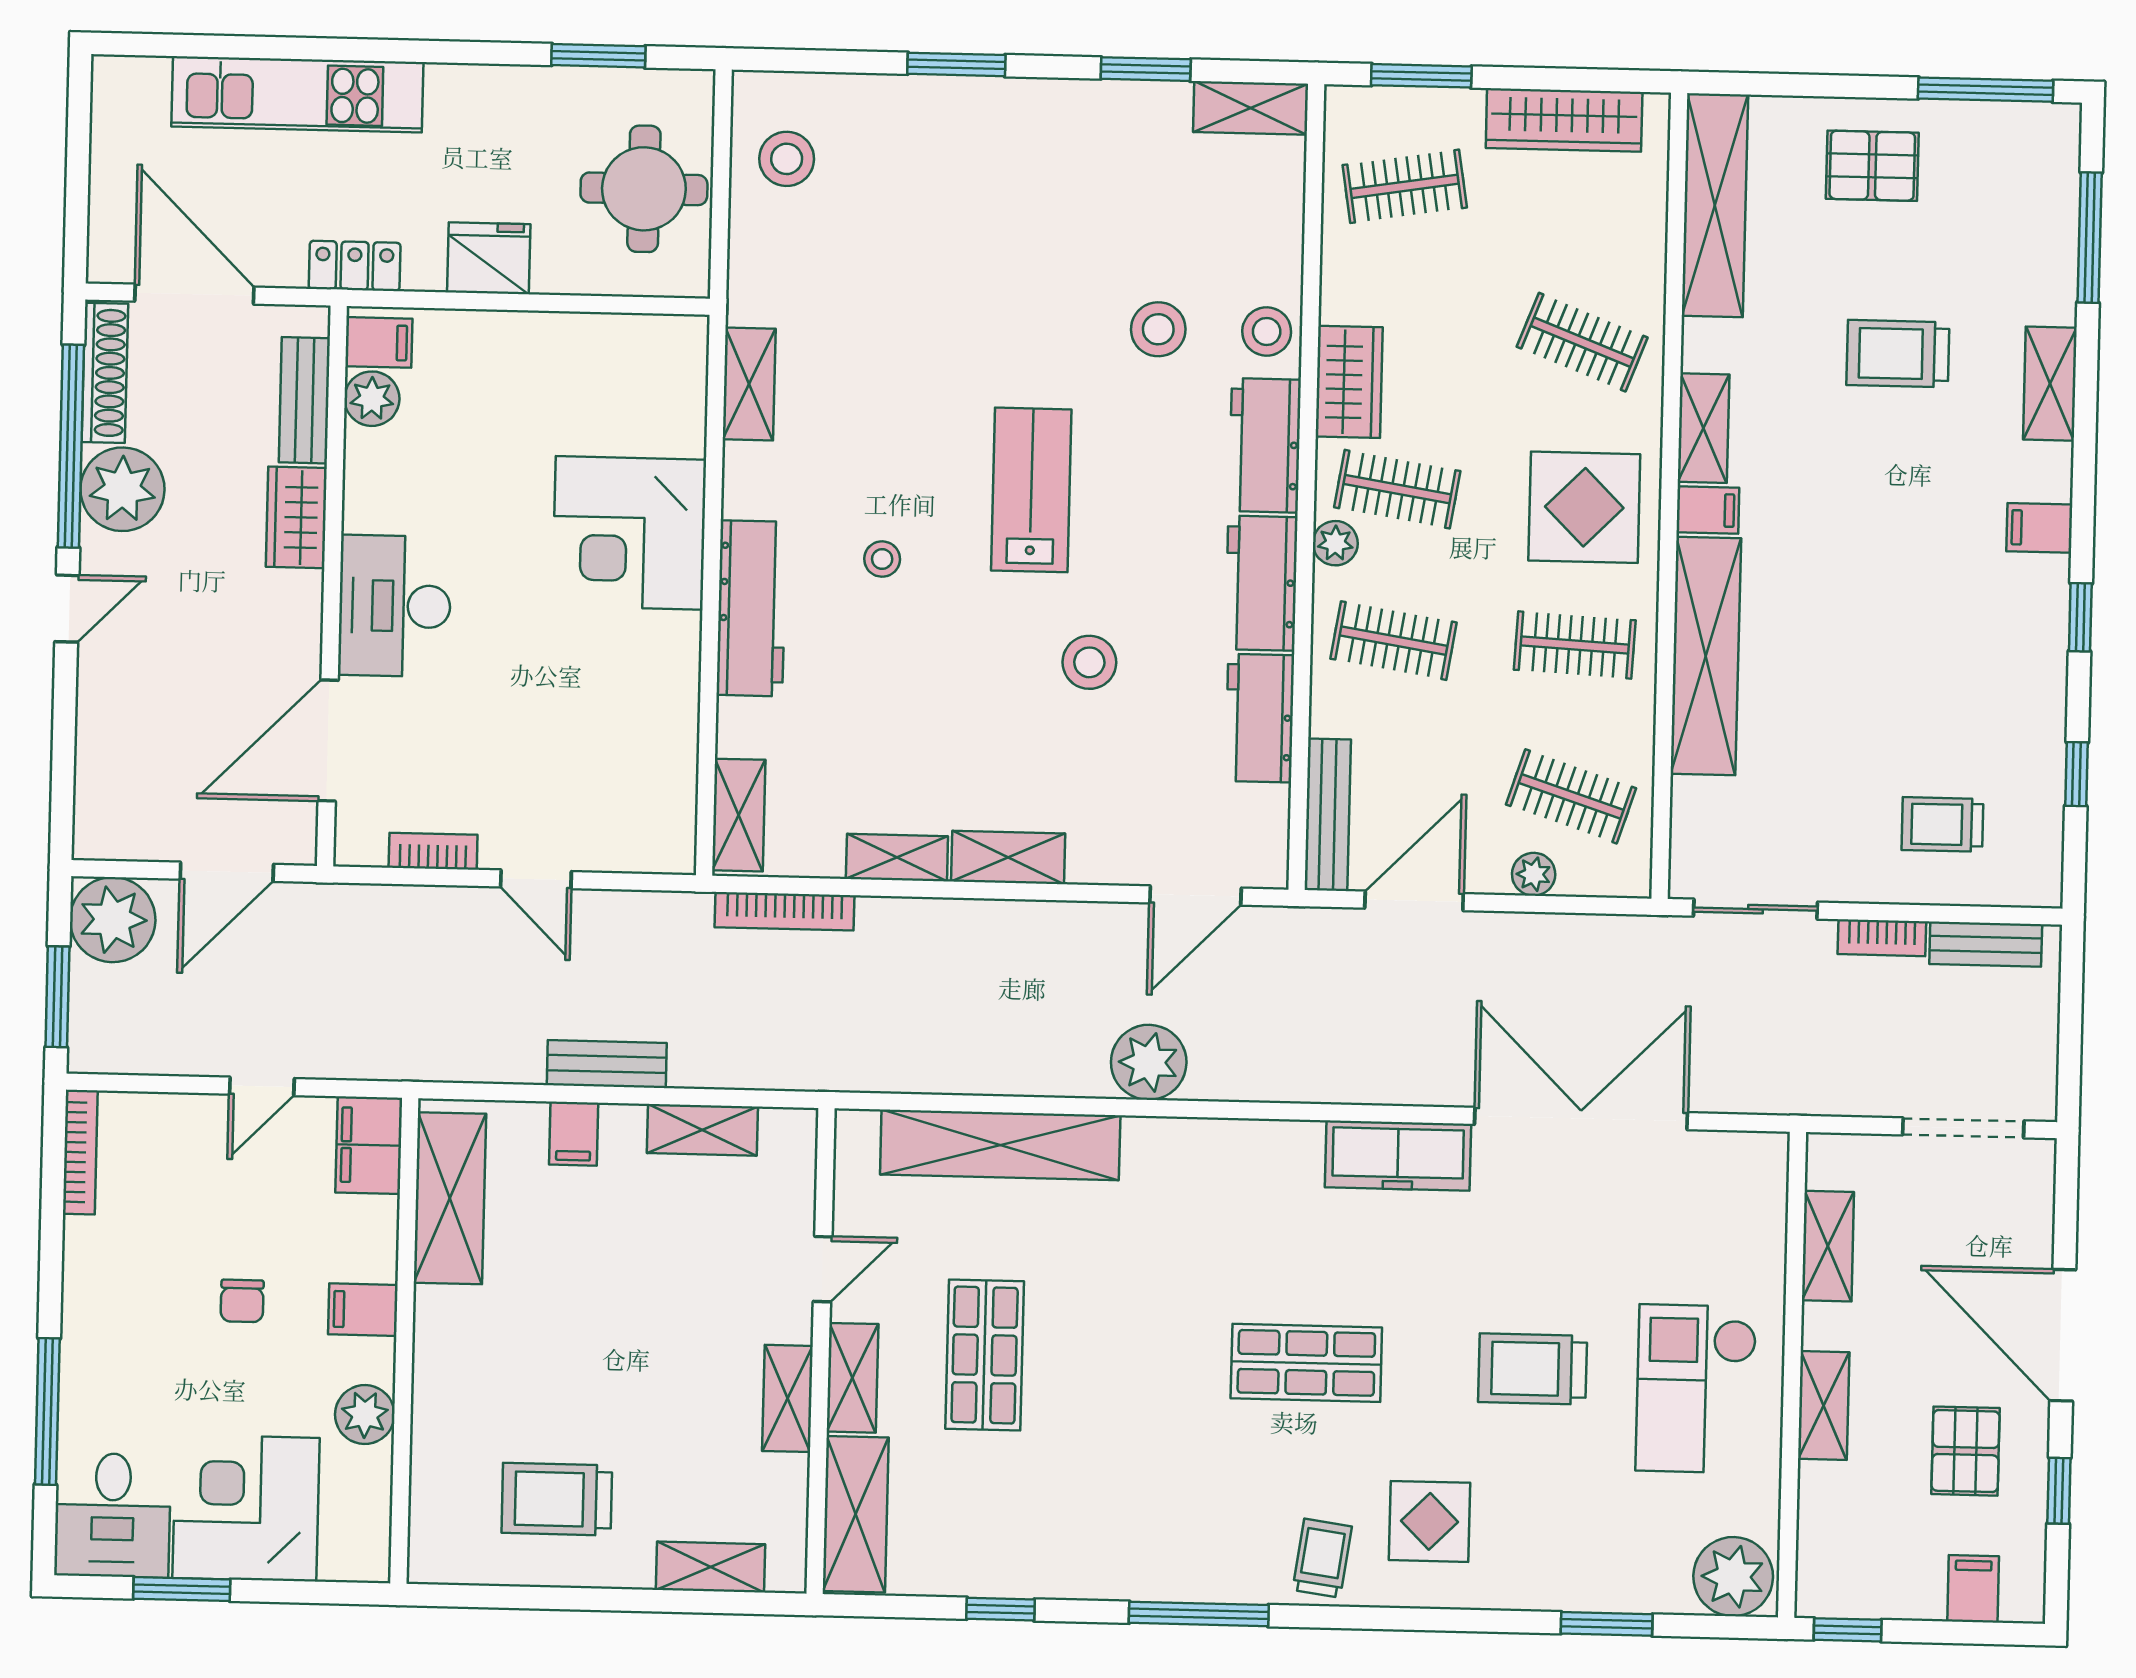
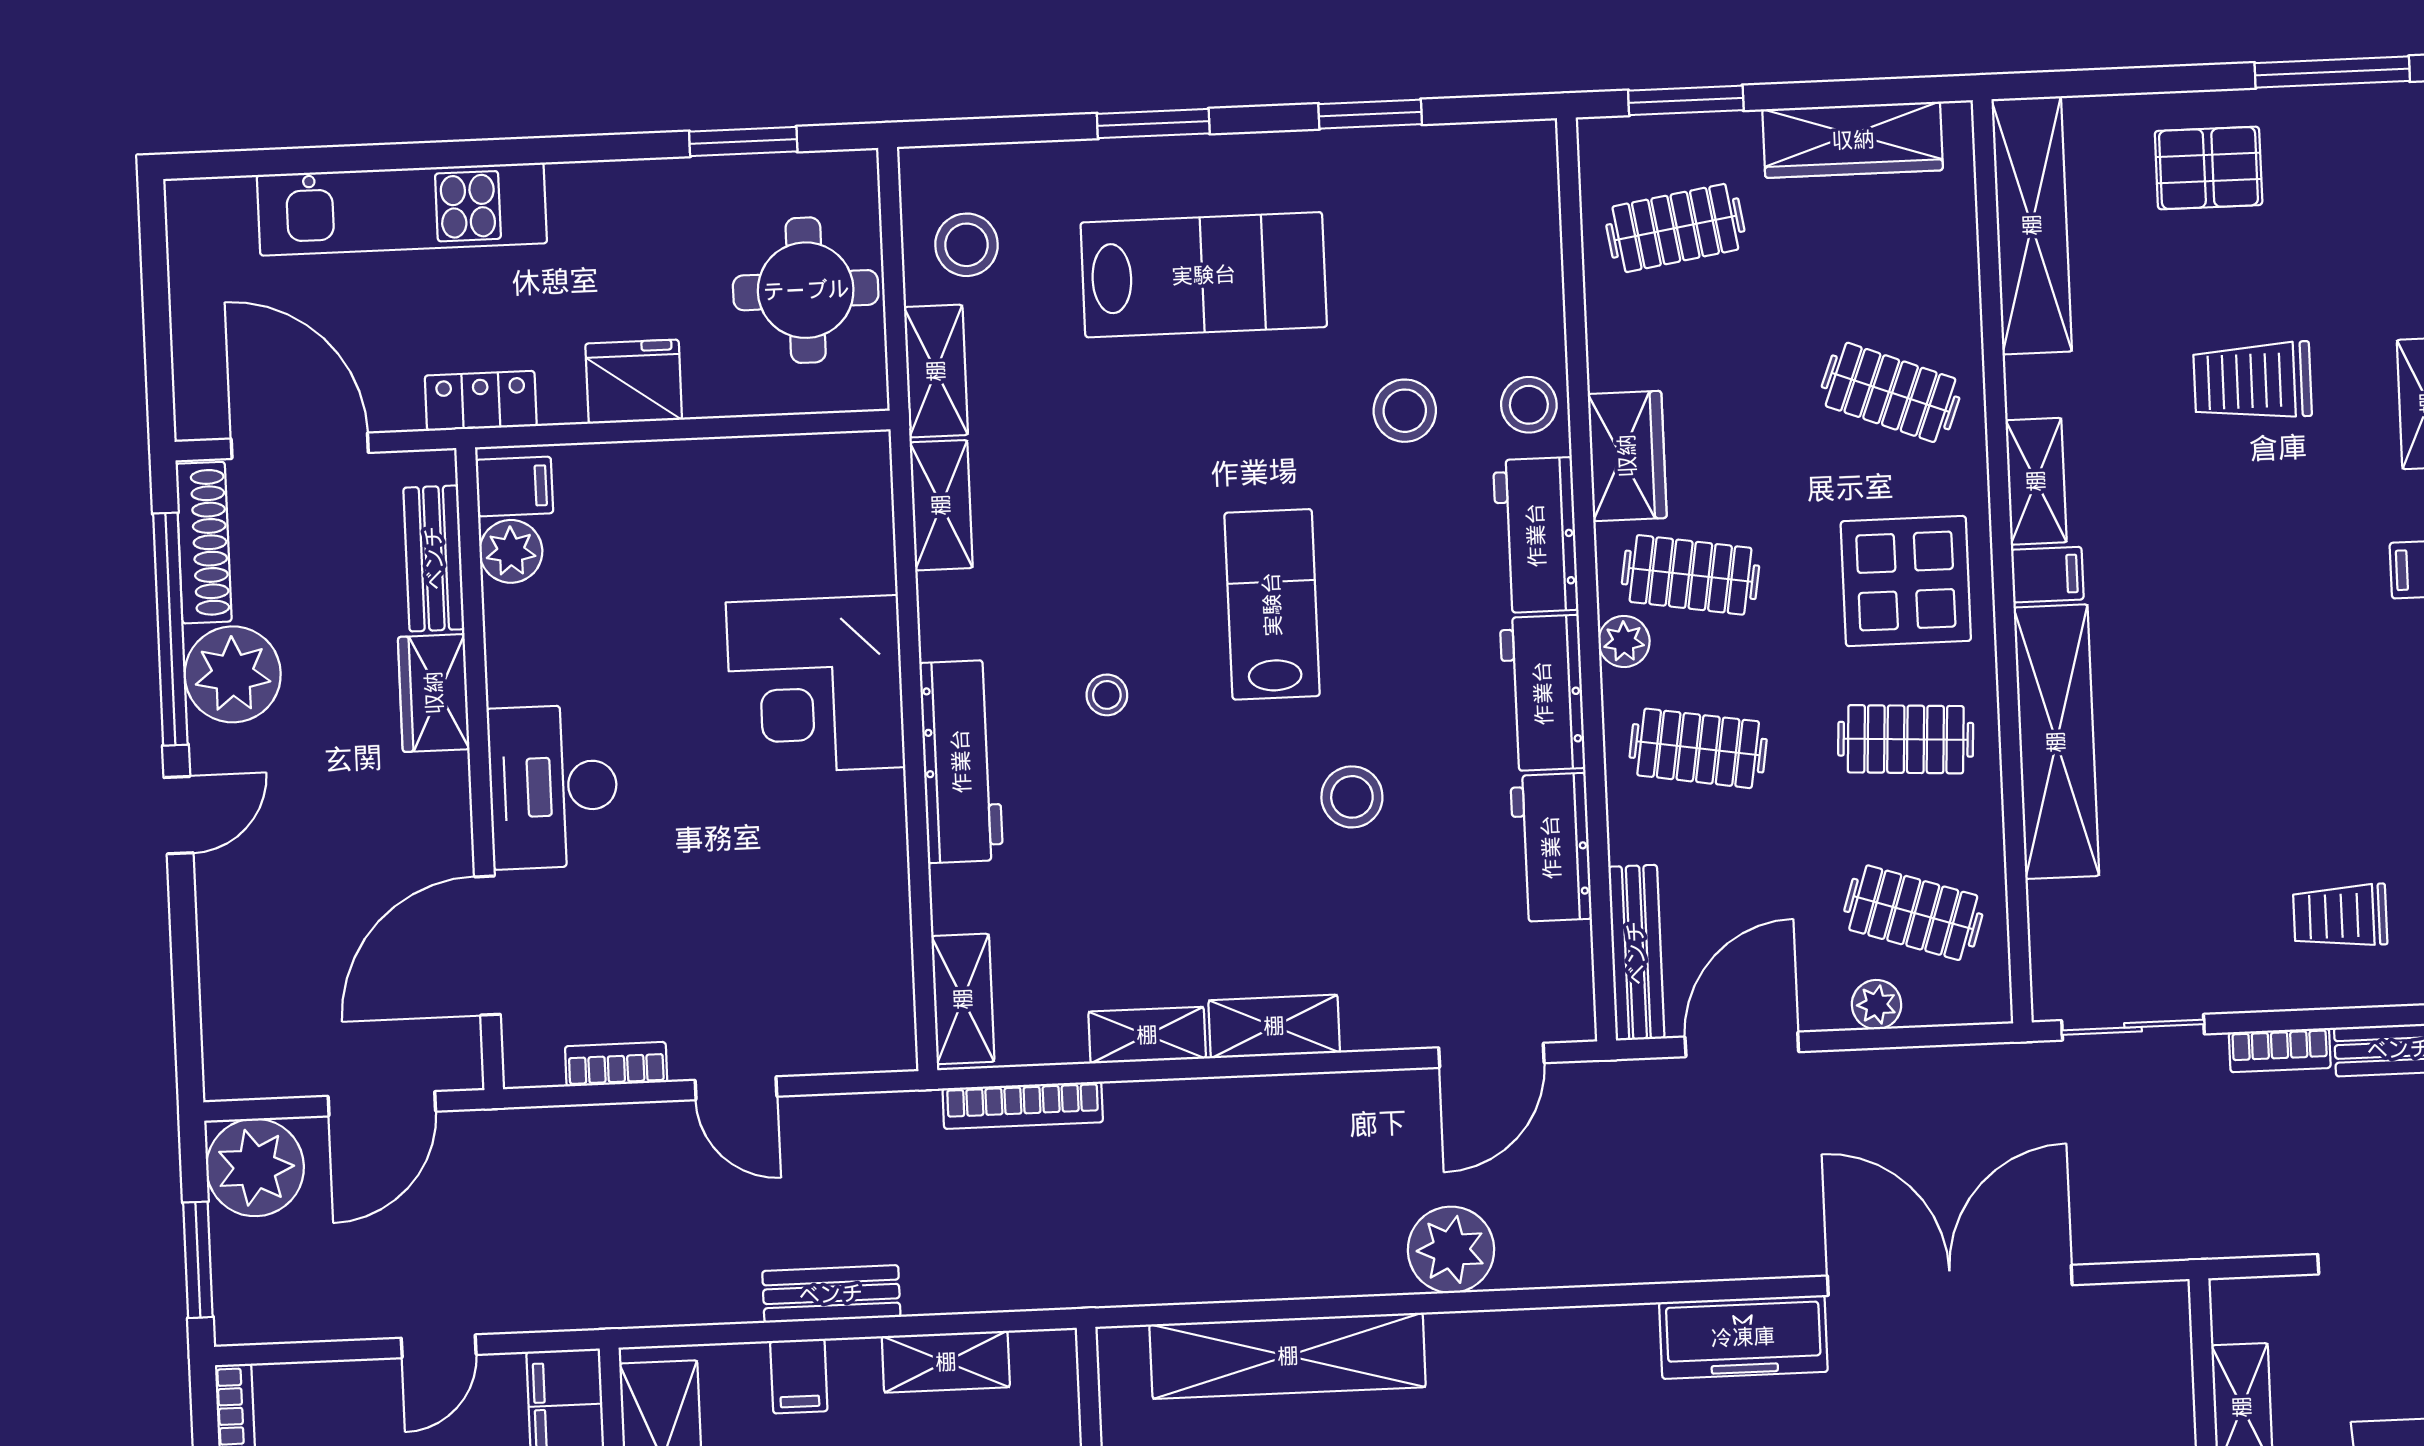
shelving: (1251, 108) -> (936, 371), moved, turned 90
lab bench: (991, 199) -> (1204, 275), added

